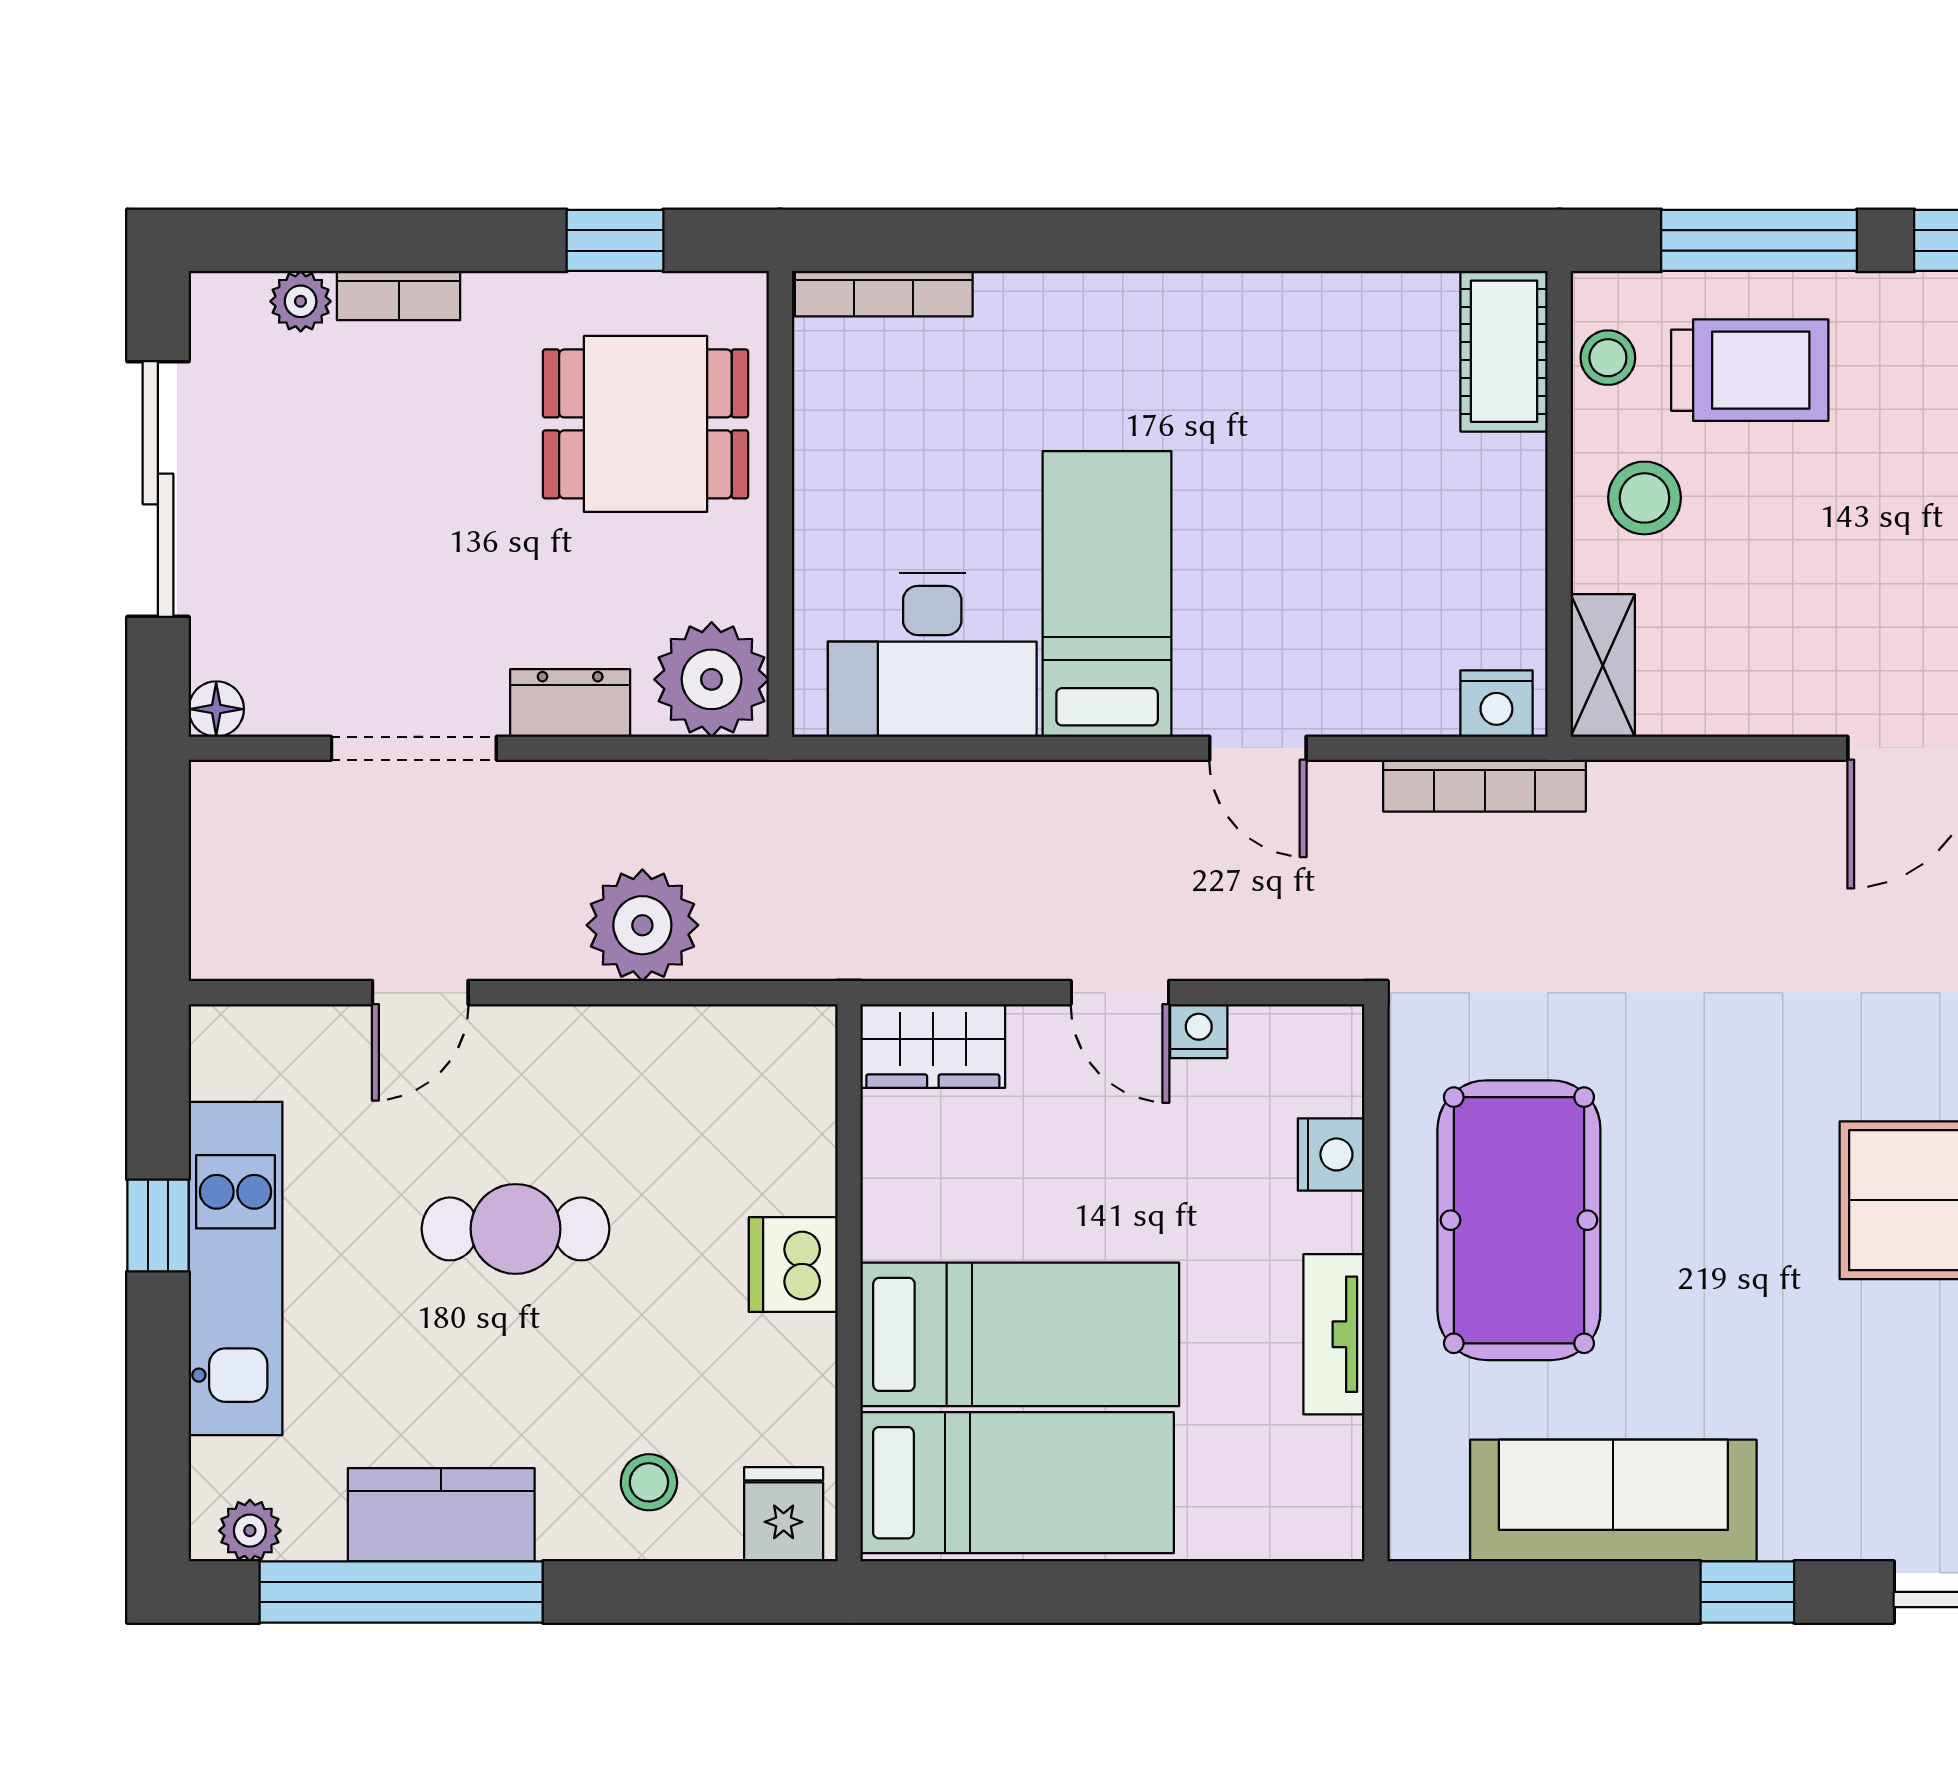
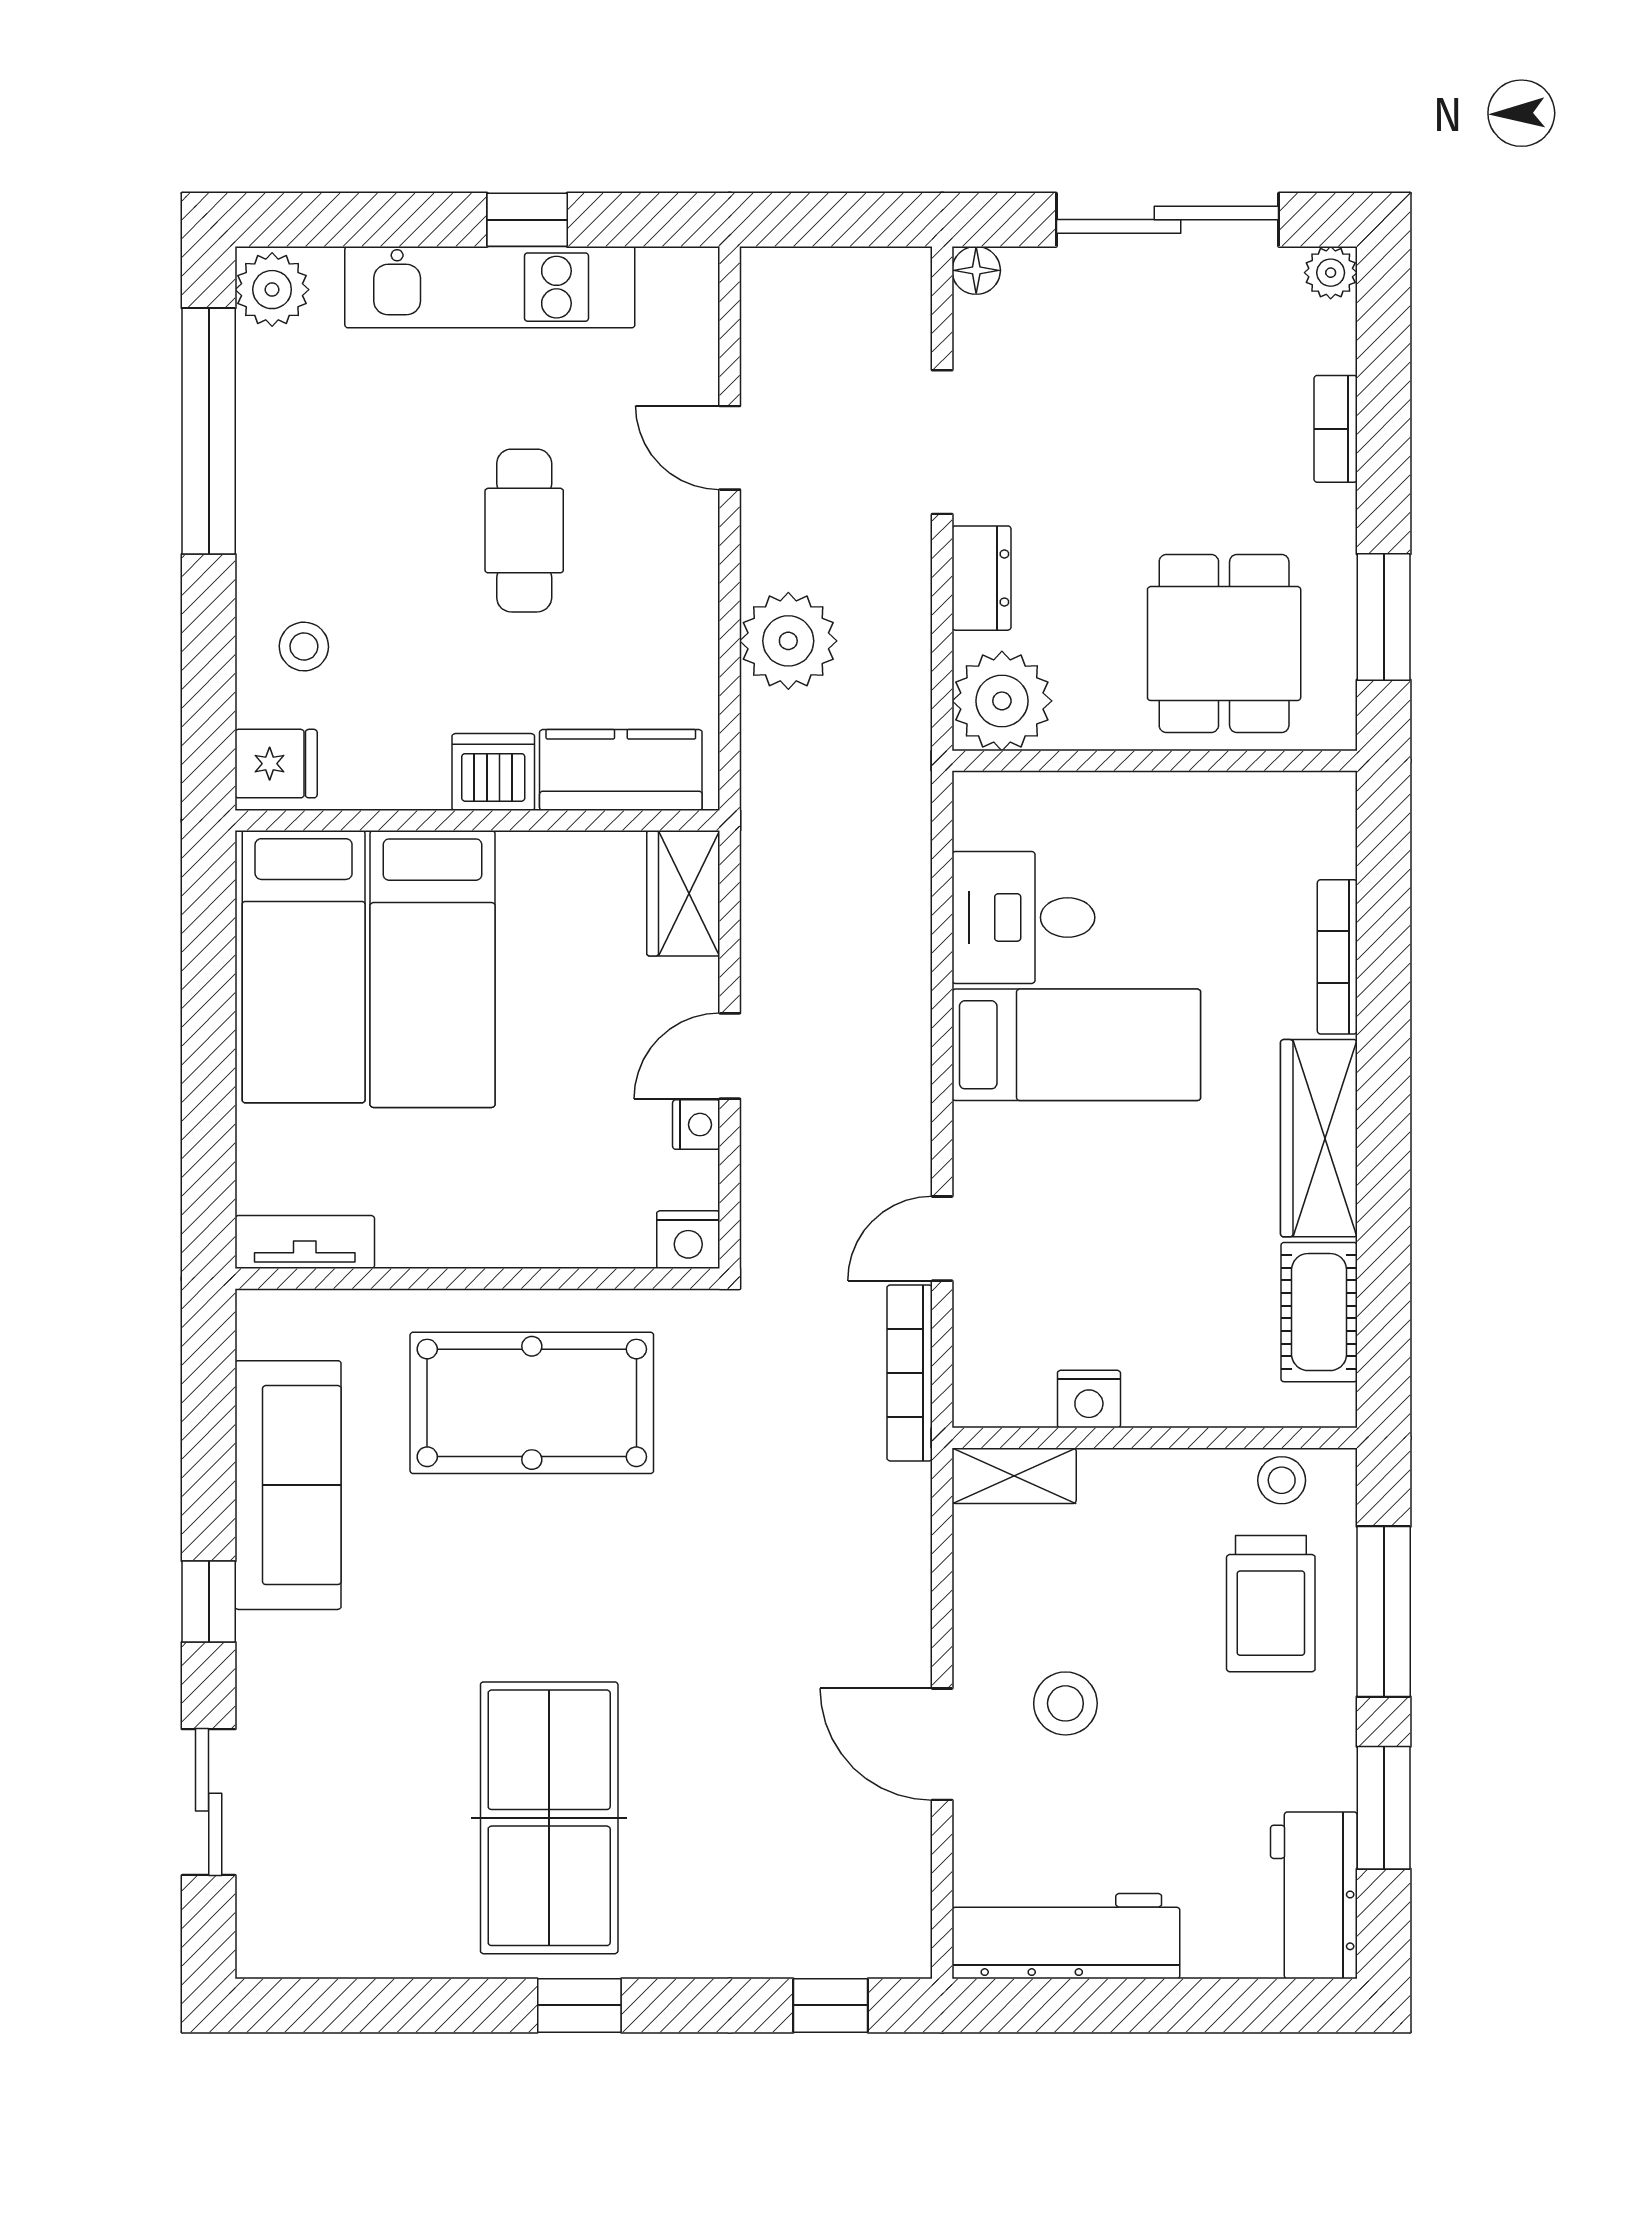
window: (615, 240) -> (1384, 617), width x1.50
bookcase: (884, 294) -> (1337, 957), moved
plant: (301, 301) -> (1331, 273), moved
wardrobe: (1214, 315) -> (1319, 1138), added
cot: (1504, 351) -> (1319, 1312), moved, turned 90
stool: (1644, 498) -> (1065, 1703), moved
desk: (932, 655) -> (1023, 917), width x0.73
nightstand: (1496, 704) -> (1089, 1399), moved, turned -90
door: (1258, 748) -> (942, 1239), moved
nightstand: (1331, 1154) -> (688, 1240), moved
tv unit: (1334, 1334) -> (305, 1242), moved
kitchen counter: (441, 1515) -> (621, 770), moved, turned -90
plant: (250, 1531) -> (272, 290), width x1.38, depth x1.38

